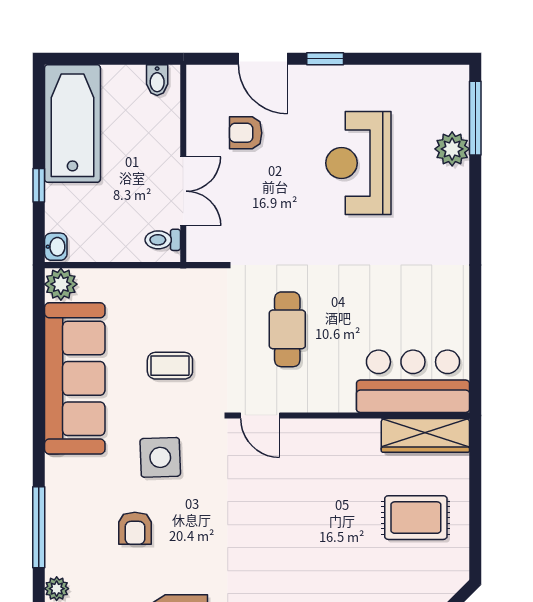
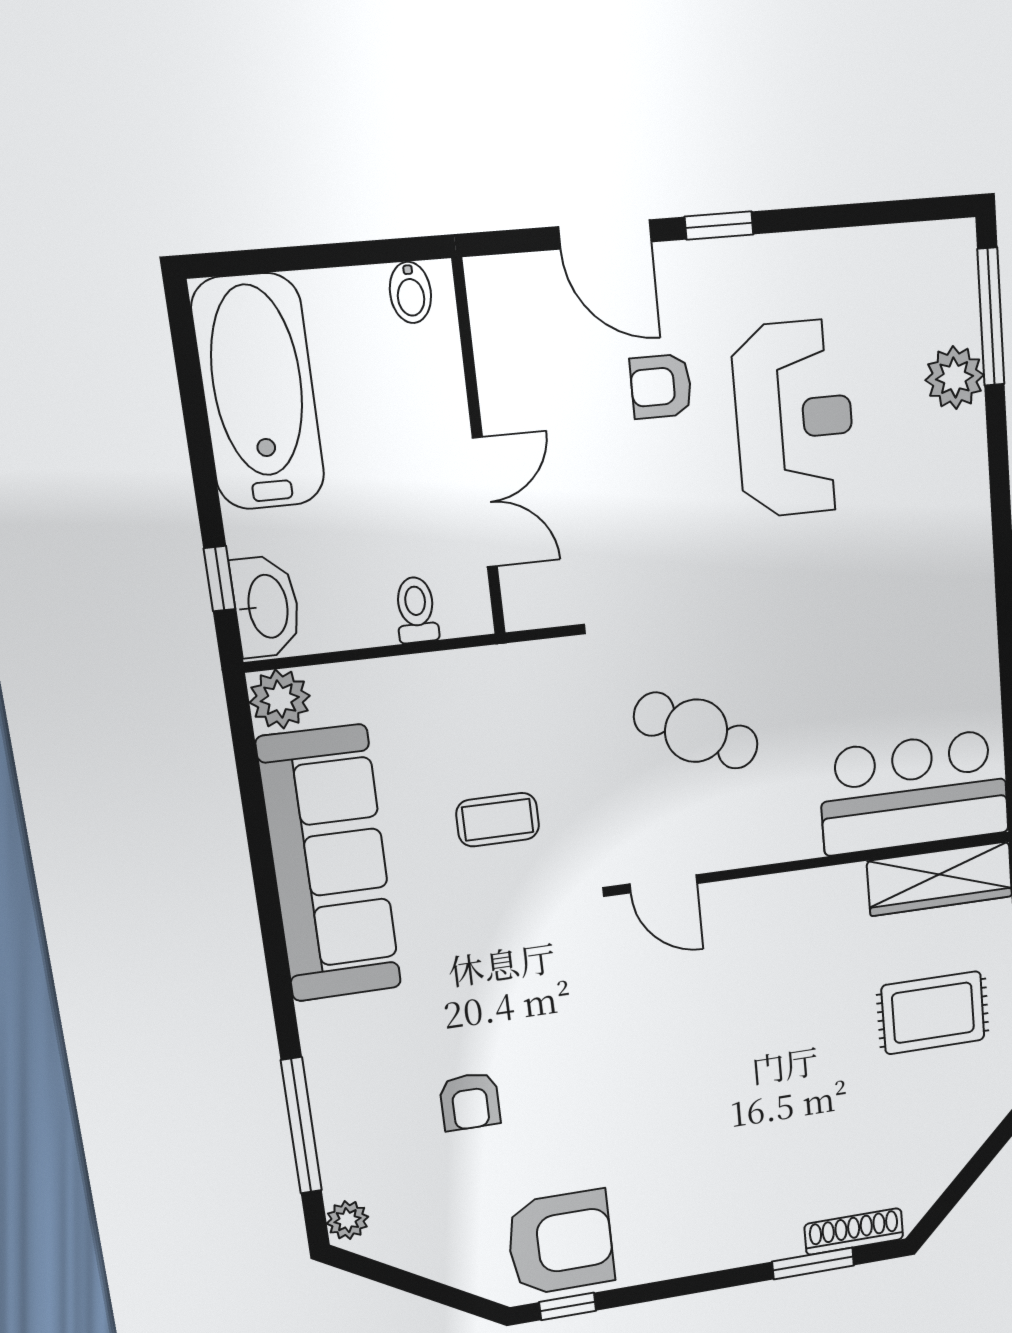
armchair: (246, 133) -> (661, 386), moved
reception desk: (358, 163) -> (794, 419), turned 180
window: (39, 185) -> (219, 579), moved
toilet: (163, 240) -> (416, 610), moved, turned 90
washbasin: (56, 247) -> (266, 607), width x1.91, depth x1.45
cafe table: (287, 329) -> (696, 731), turned -62
side table: (160, 457) -> (499, 978), removed

